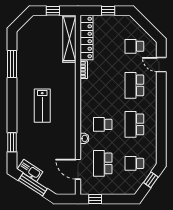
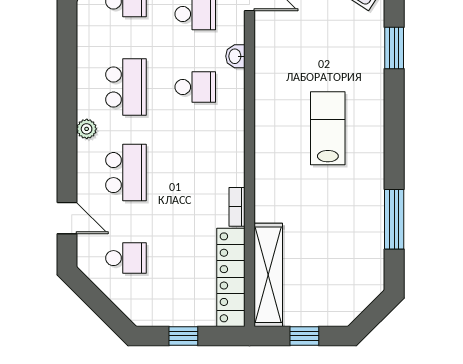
plant: (152, 105) -> (87, 129), added

